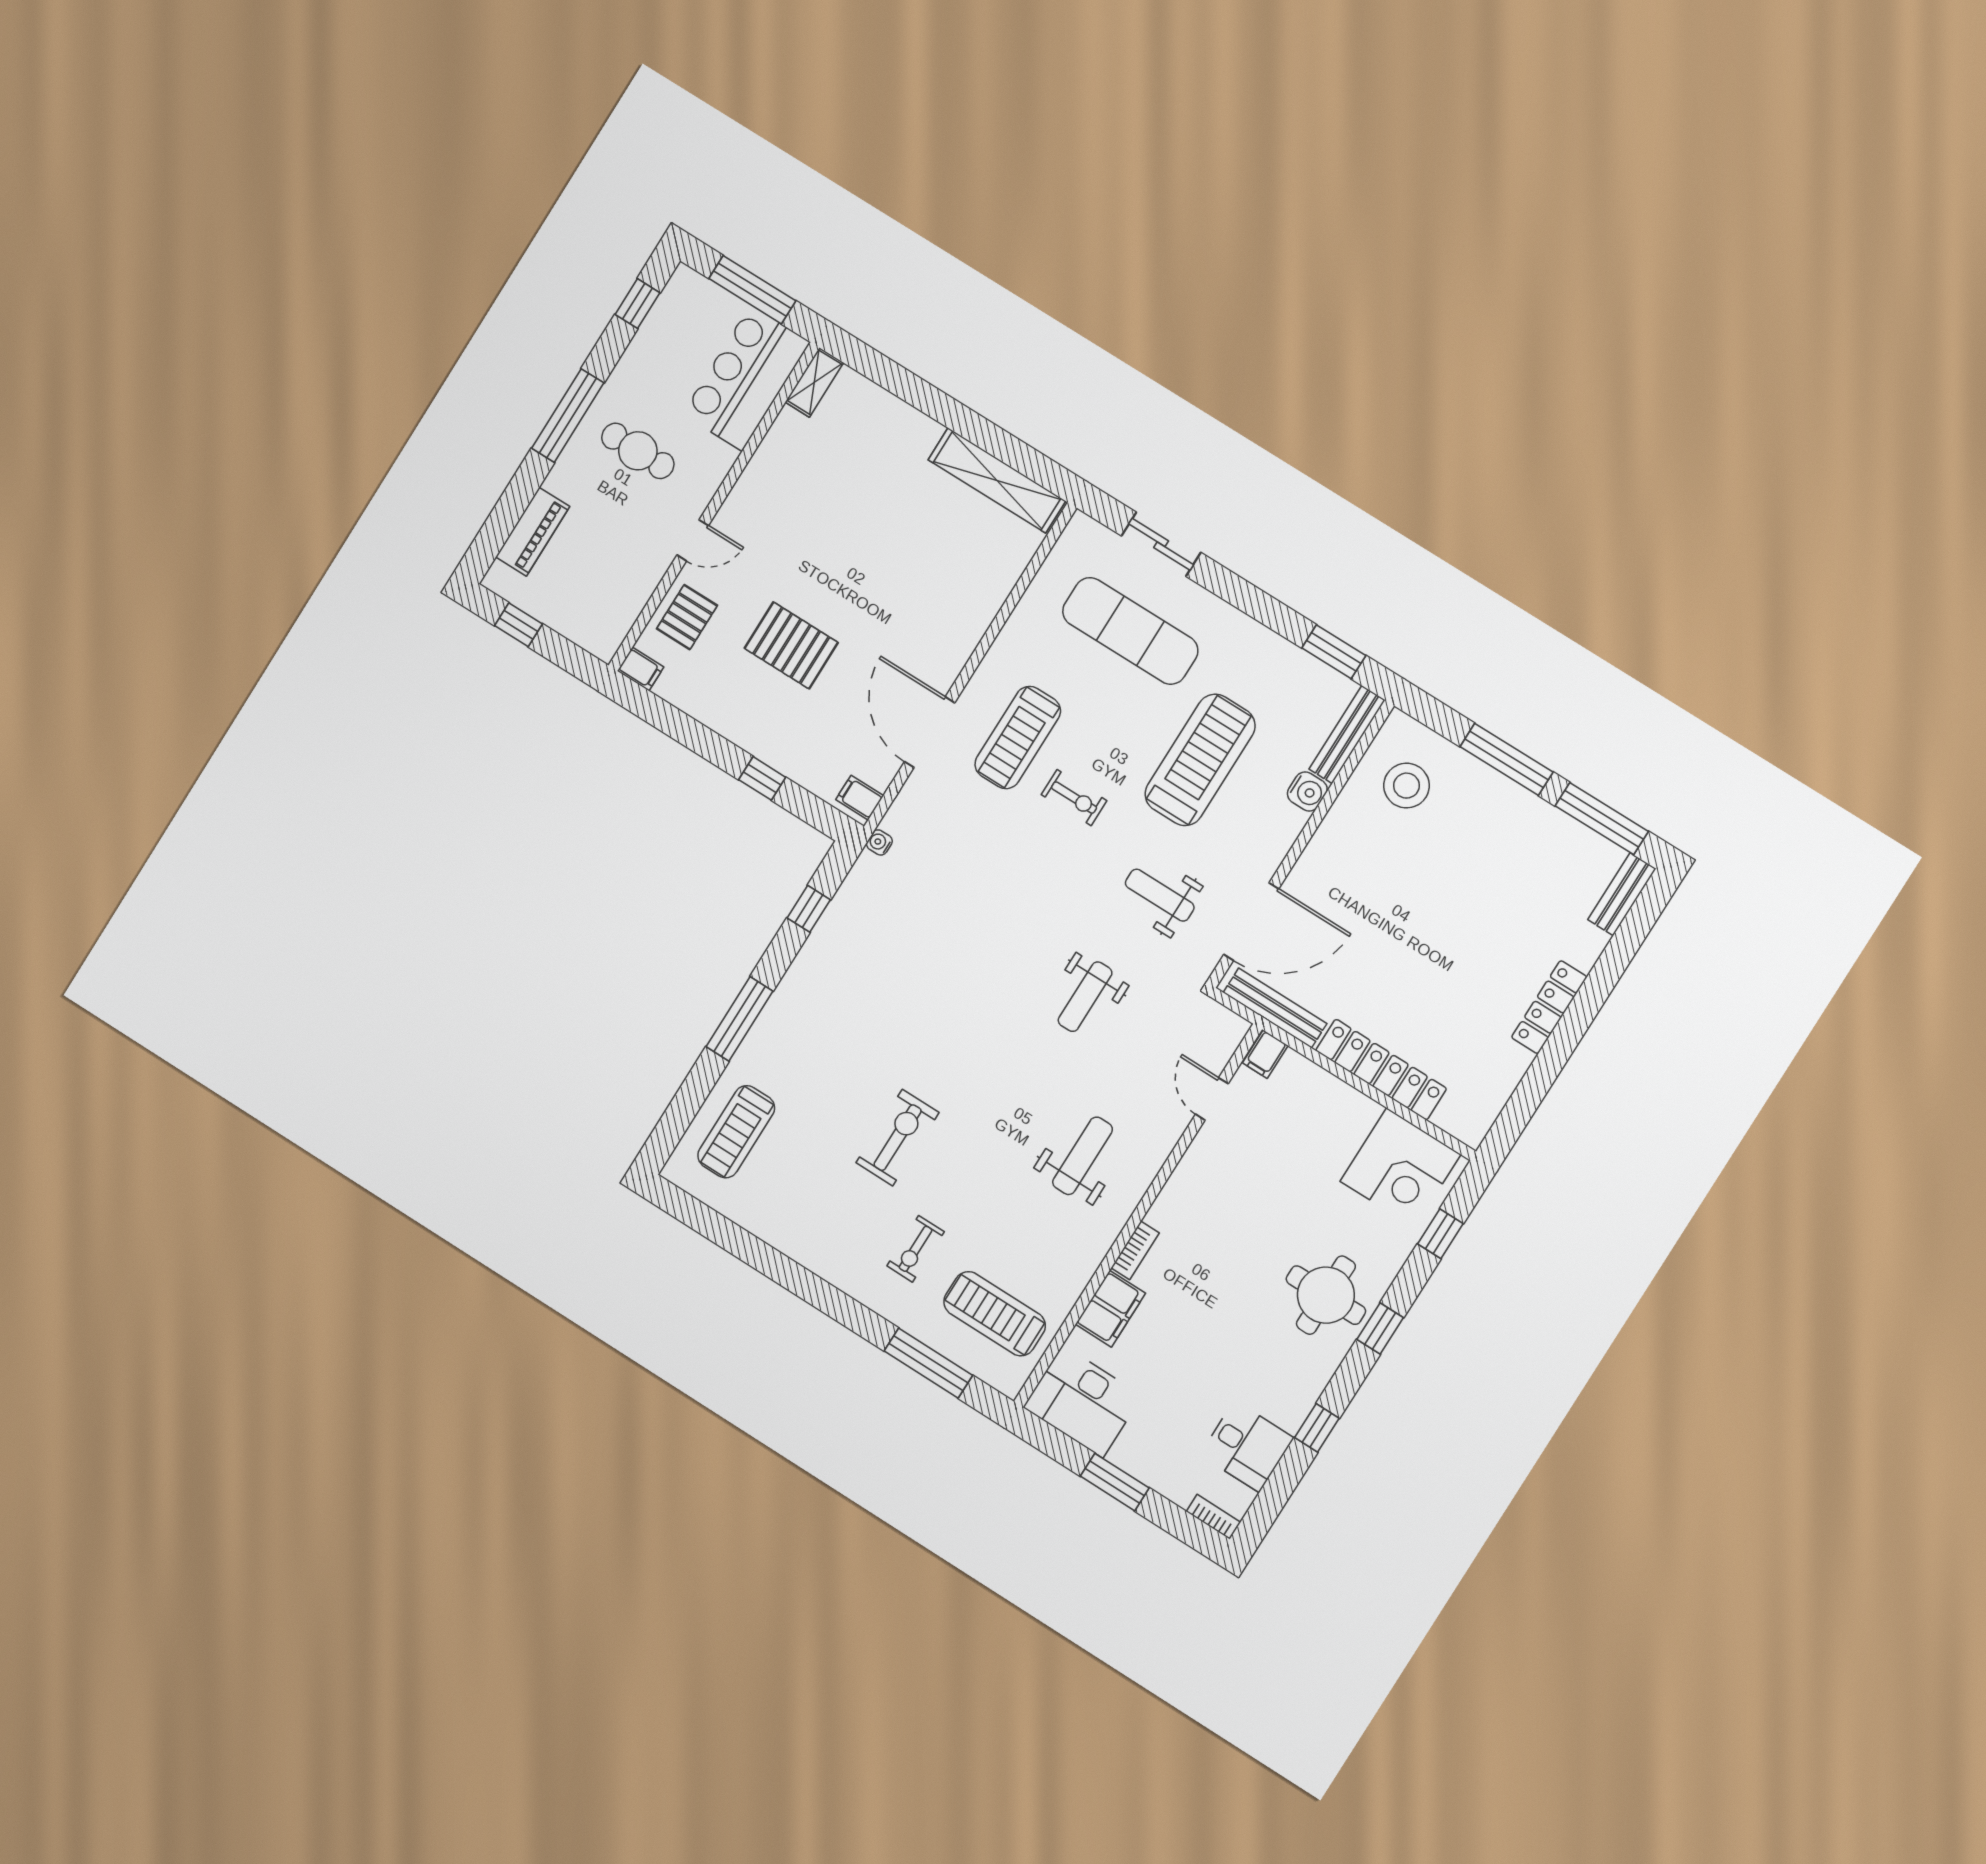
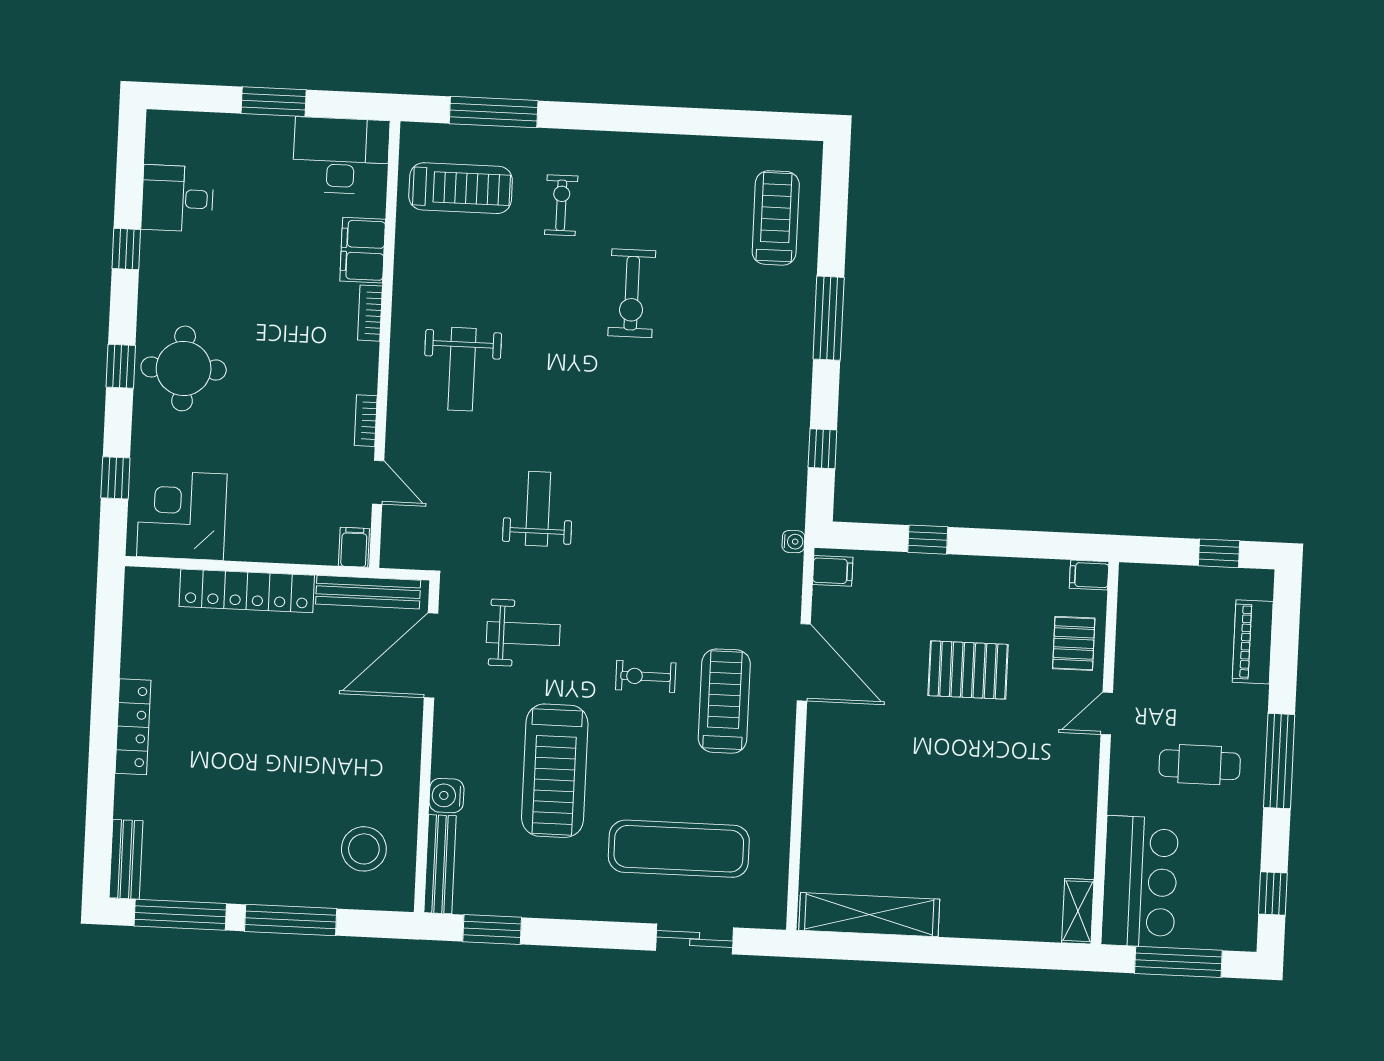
bookcase: (1213, 1517) -> (366, 421), moved, turned 90

